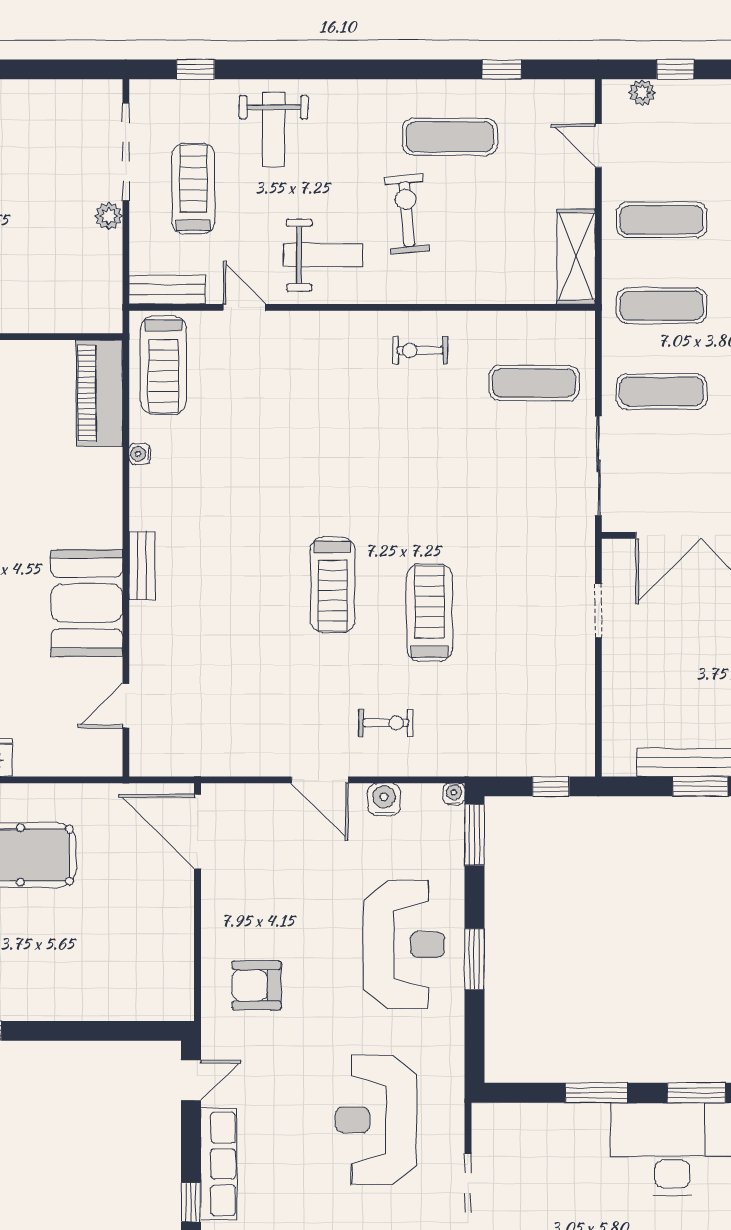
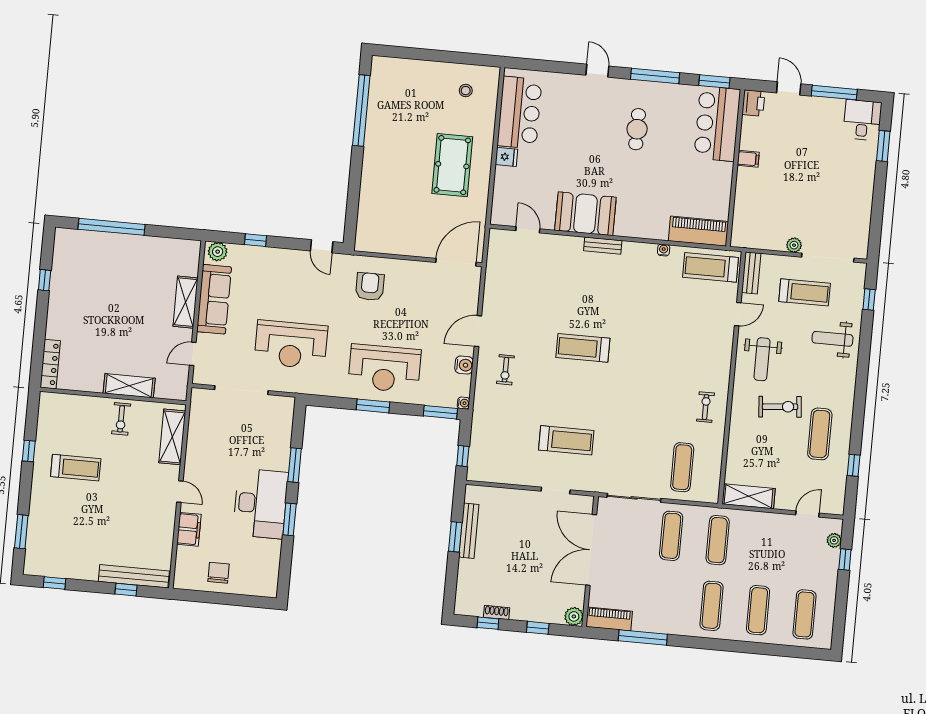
exercise mat: (662, 220) -> (764, 544), removed
treadmill: (430, 613) -> (566, 440), moved
reception desk: (376, 1120) -> (291, 345), turned 180
row of seats: (219, 1164) -> (275, 257), removed

